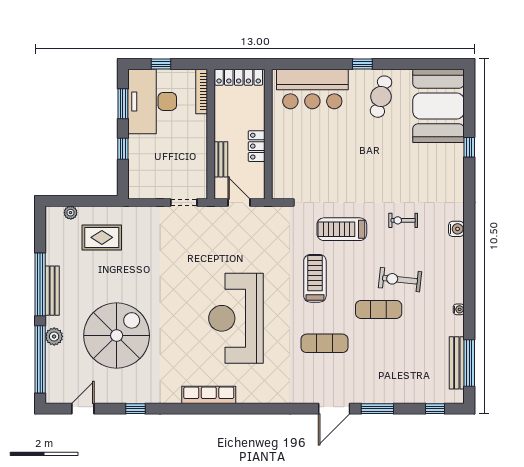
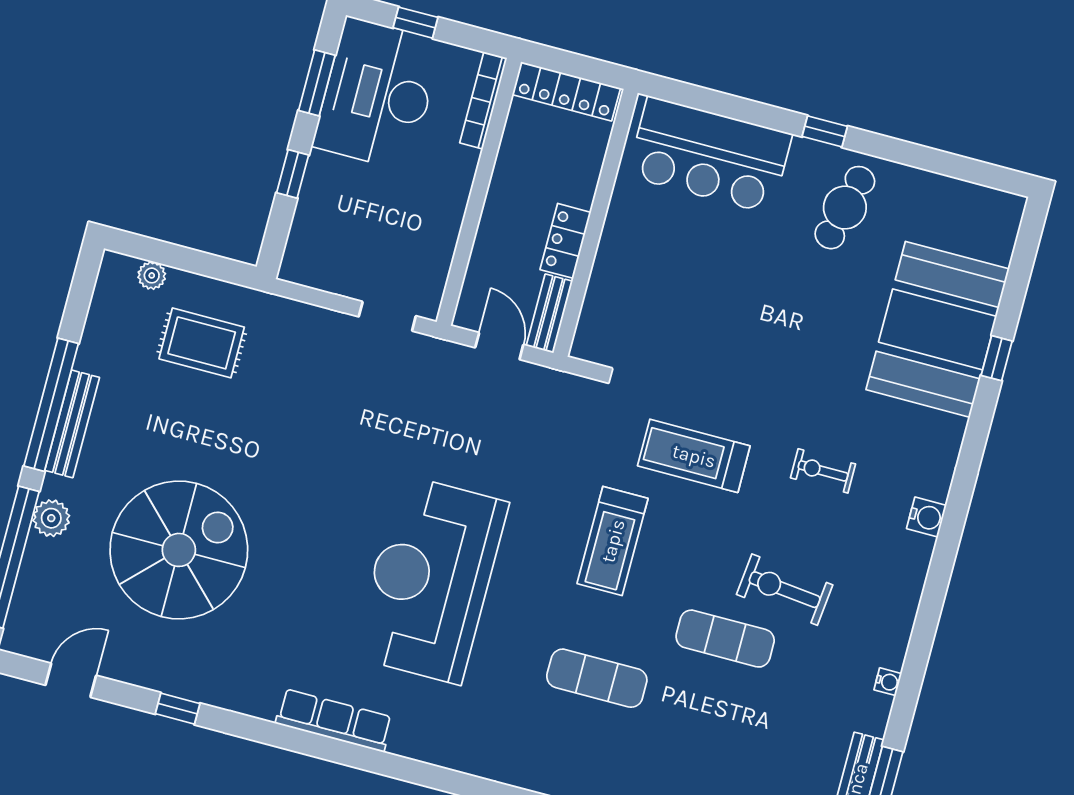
booth: (438, 106) -> (938, 329), moved
bench: (221, 159) -> (549, 314), moved
treadmill: (315, 278) -> (613, 541), turned 180

